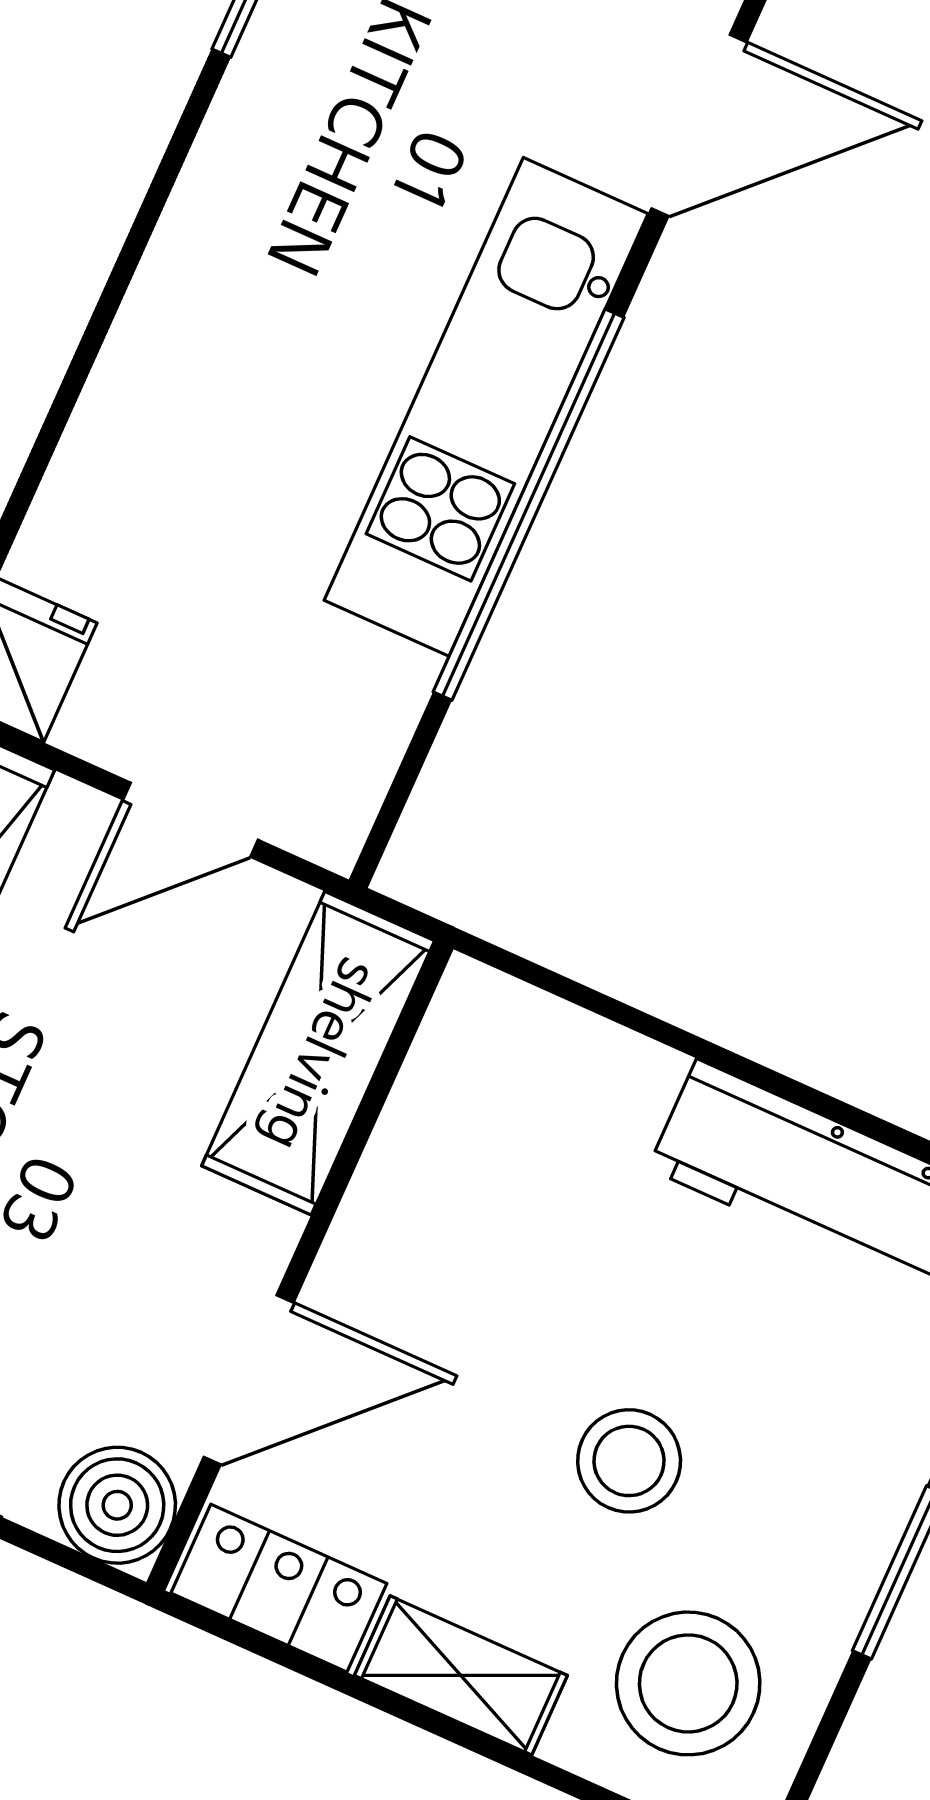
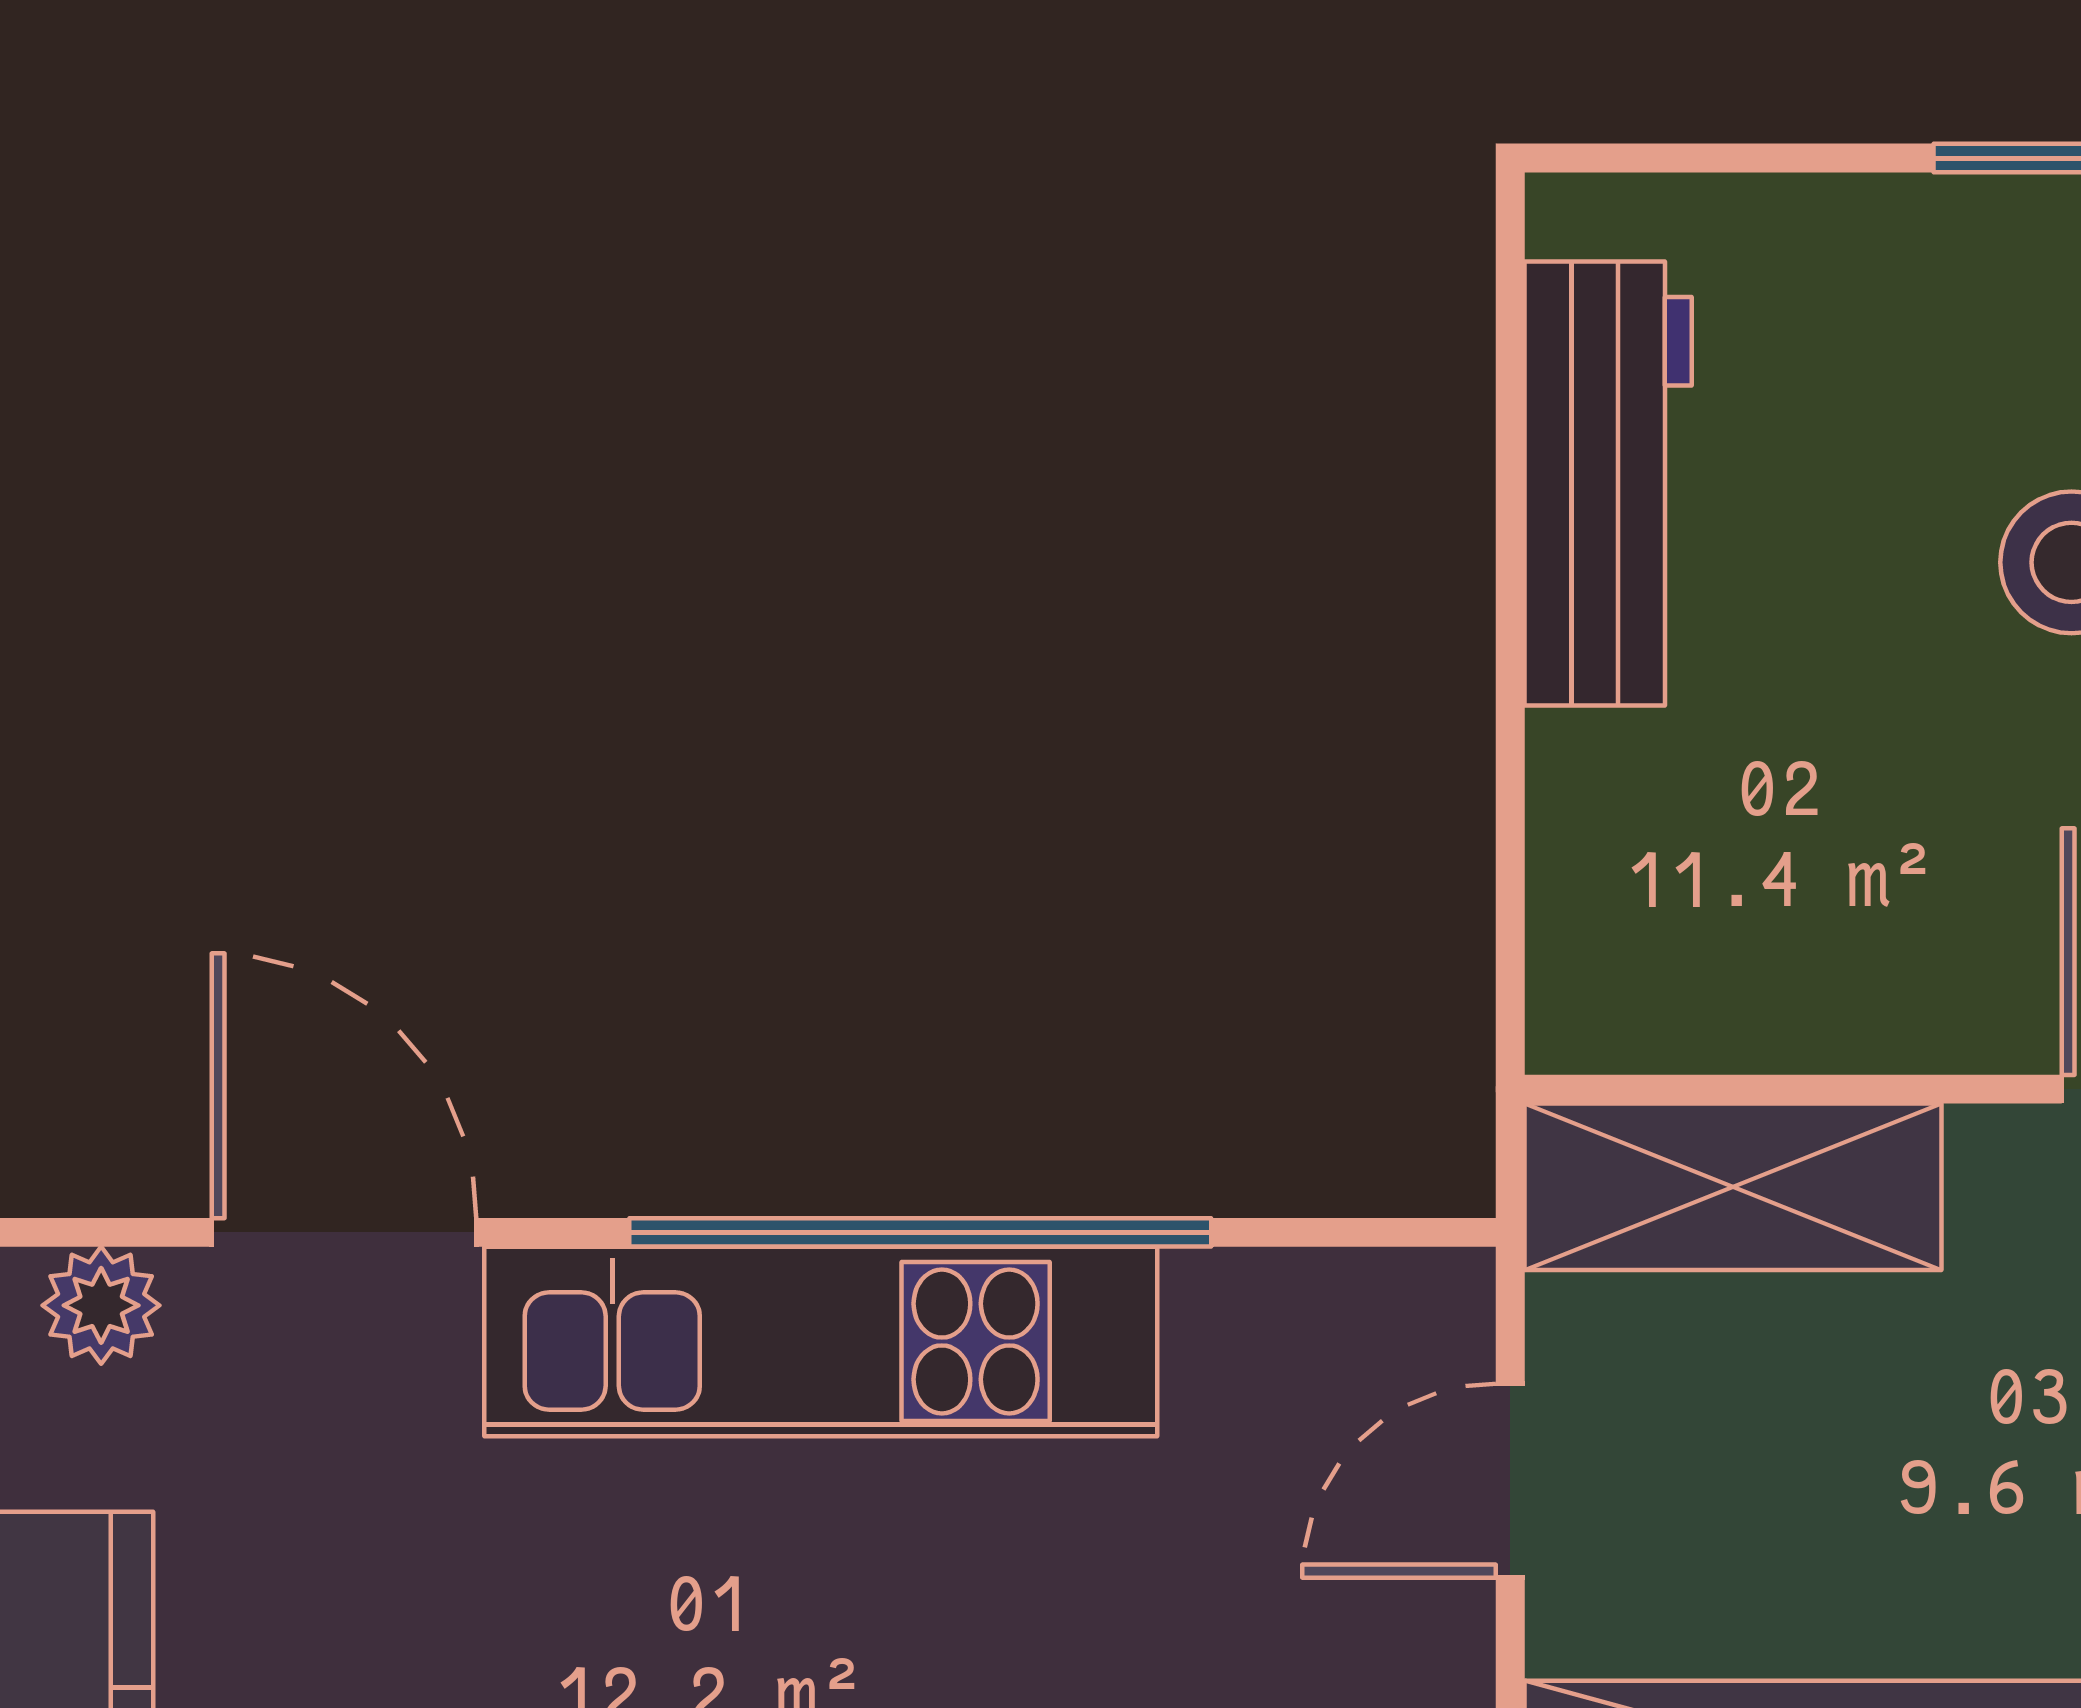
door: (190, 820) -> (1510, 1481), swing flipped

